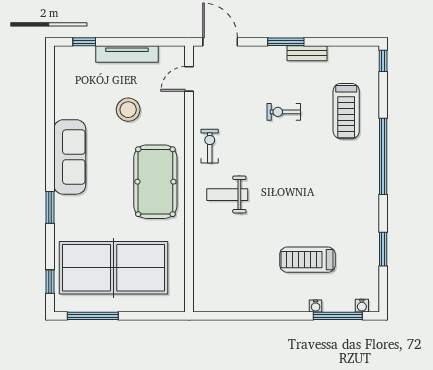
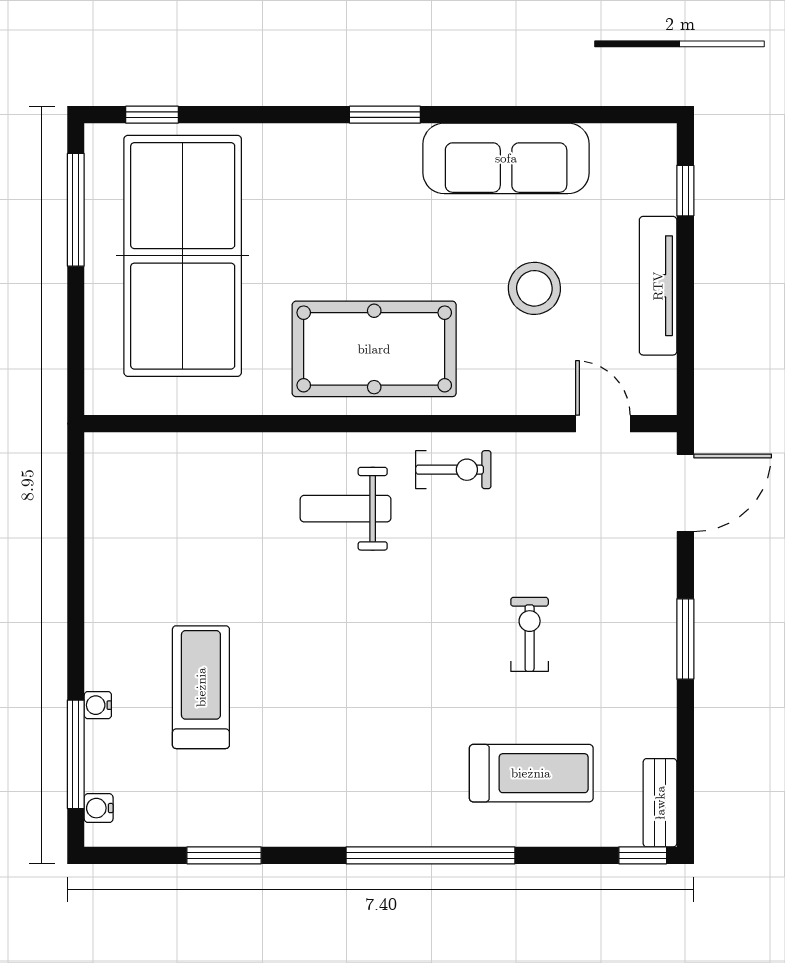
bench: (307, 53) -> (660, 803), moved
treadmill: (346, 111) -> (531, 773), turned 180
sofa: (70, 157) -> (506, 158), moved
weight bench: (227, 195) -> (346, 509), turned -90
window: (50, 207) -> (385, 115), moved

